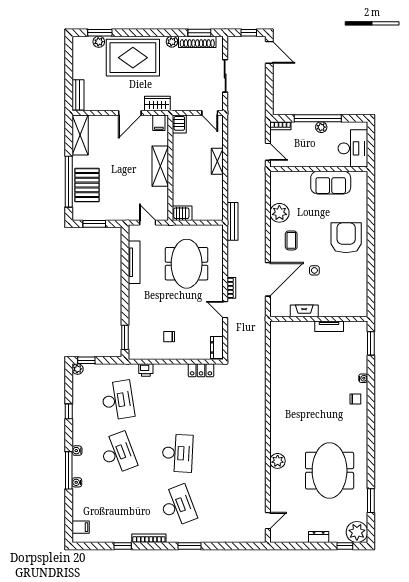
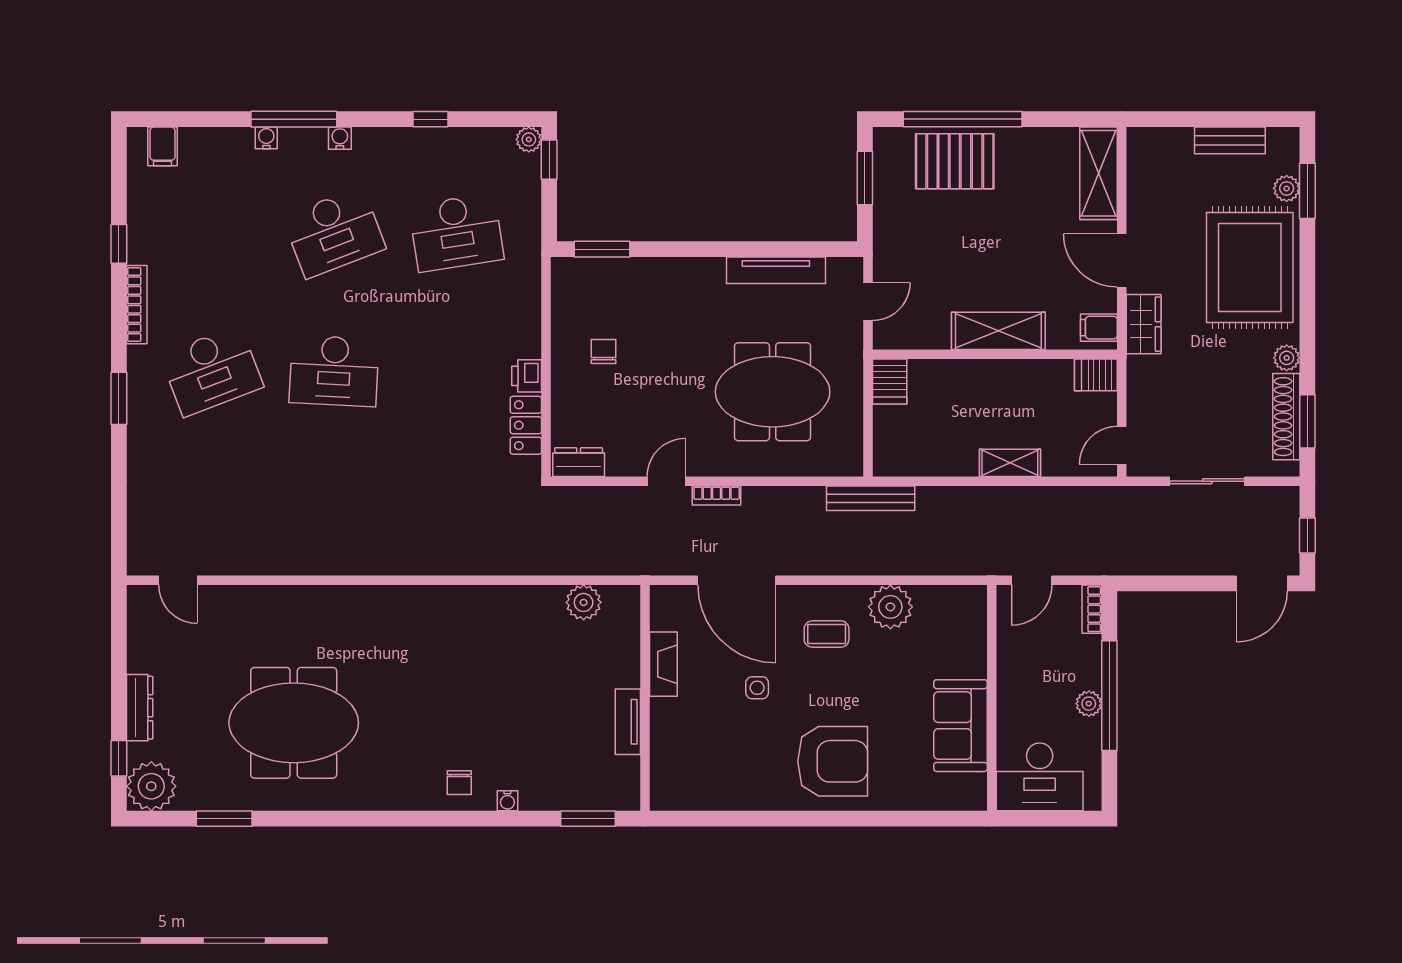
bench: (78, 95) -> (1230, 140), moved
shelving: (80, 135) -> (1098, 173), moved, turned 90
printer: (146, 370) -> (527, 376), moved
plant: (278, 461) -> (584, 602), moved
dresser: (319, 537) -> (140, 708), width x1.44

